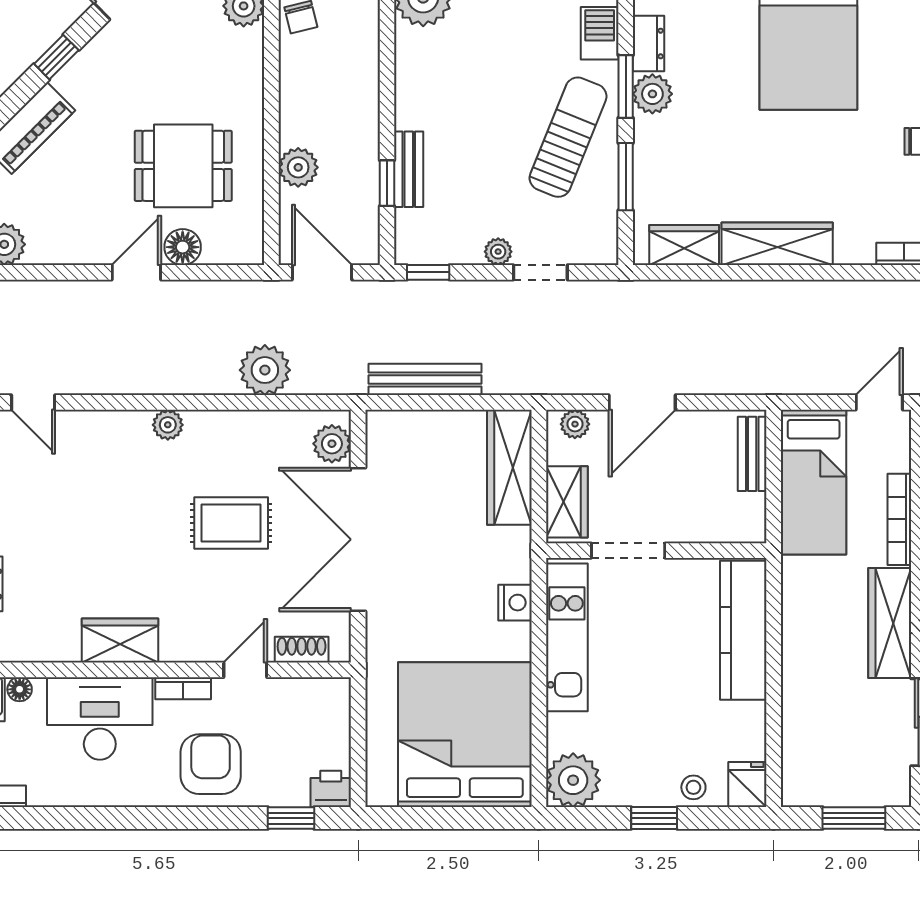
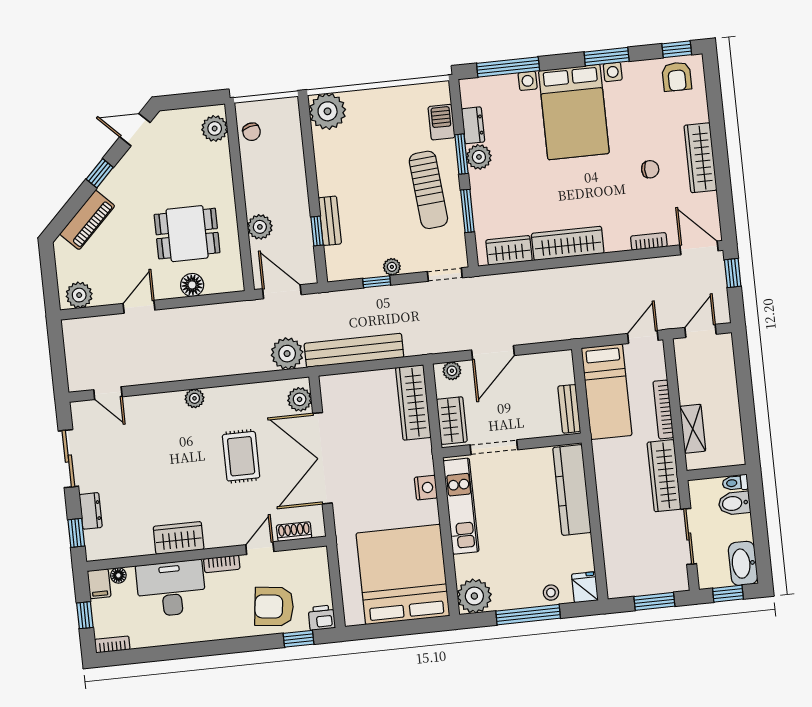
sun lounger: (568, 137) -> (428, 190), turned 153
door: (136, 272) -> (139, 307), moved
window: (428, 272) -> (377, 282), moved
doorway: (540, 272) -> (445, 275), moved
plant: (265, 370) -> (287, 354), moved
bench: (425, 379) -> (354, 350), width x1.37, depth x1.21
bench: (752, 454) -> (569, 409), moved
rug: (231, 523) -> (241, 456), turned 90
armchair: (211, 764) -> (274, 607), moved, turned -83
window: (654, 818) -> (528, 615), width x2.17

